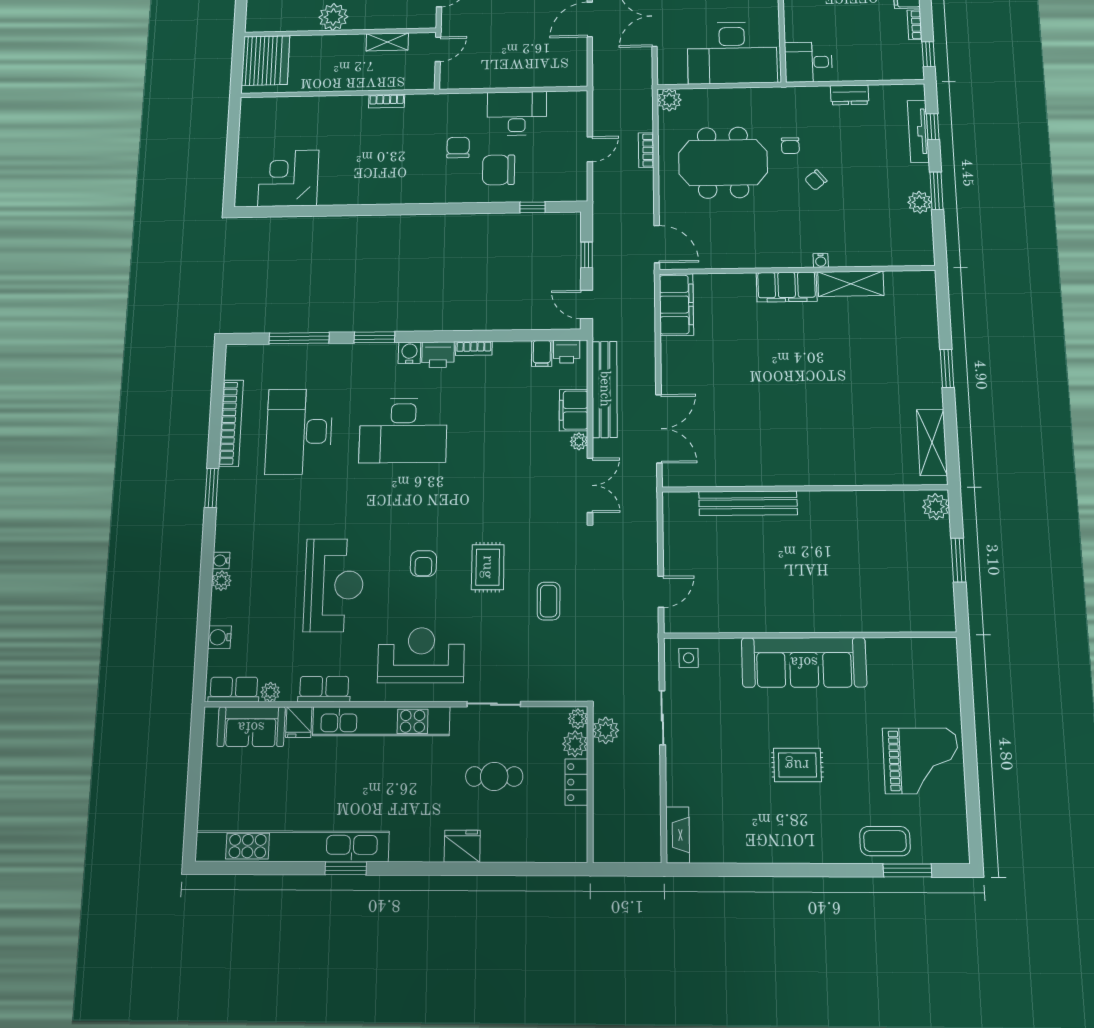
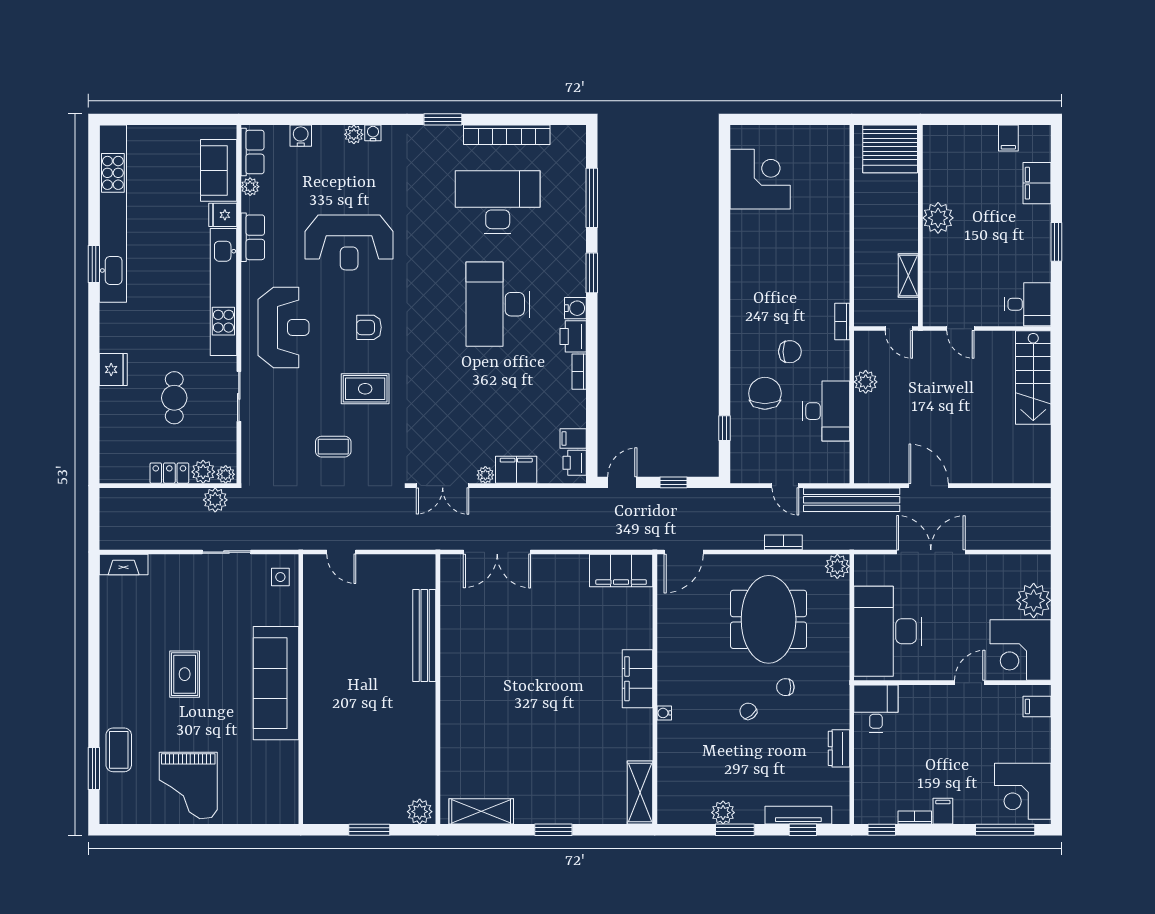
plant: (489, 78) -> (866, 382), added
bookcase: (387, 101) -> (842, 321), moved
shelving: (851, 284) -> (640, 793), moved
bench: (605, 389) -> (852, 500), moved

